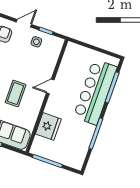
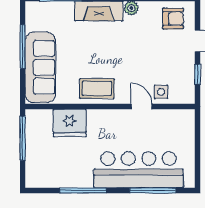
side table: (36, 42) -> (161, 92), moved
door: (50, 86) -> (142, 106), moved
coffee table: (16, 94) -> (97, 88), moved

